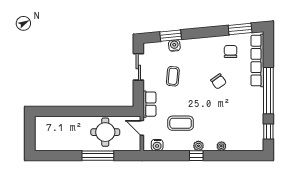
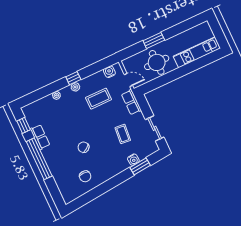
window: (240, 29) -> (86, 198), removed
row of seats: (257, 61) -> (40, 137), moved, width x0.50
kitchen unit: (60, 123) -> (197, 52), added
window: (98, 156) -> (154, 40), width x0.69

